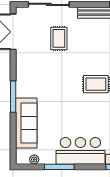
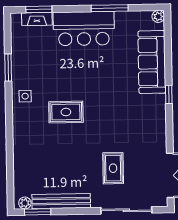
window: (13, 97) -> (169, 95), width x0.46
plant: (34, 160) -> (158, 16), moved

